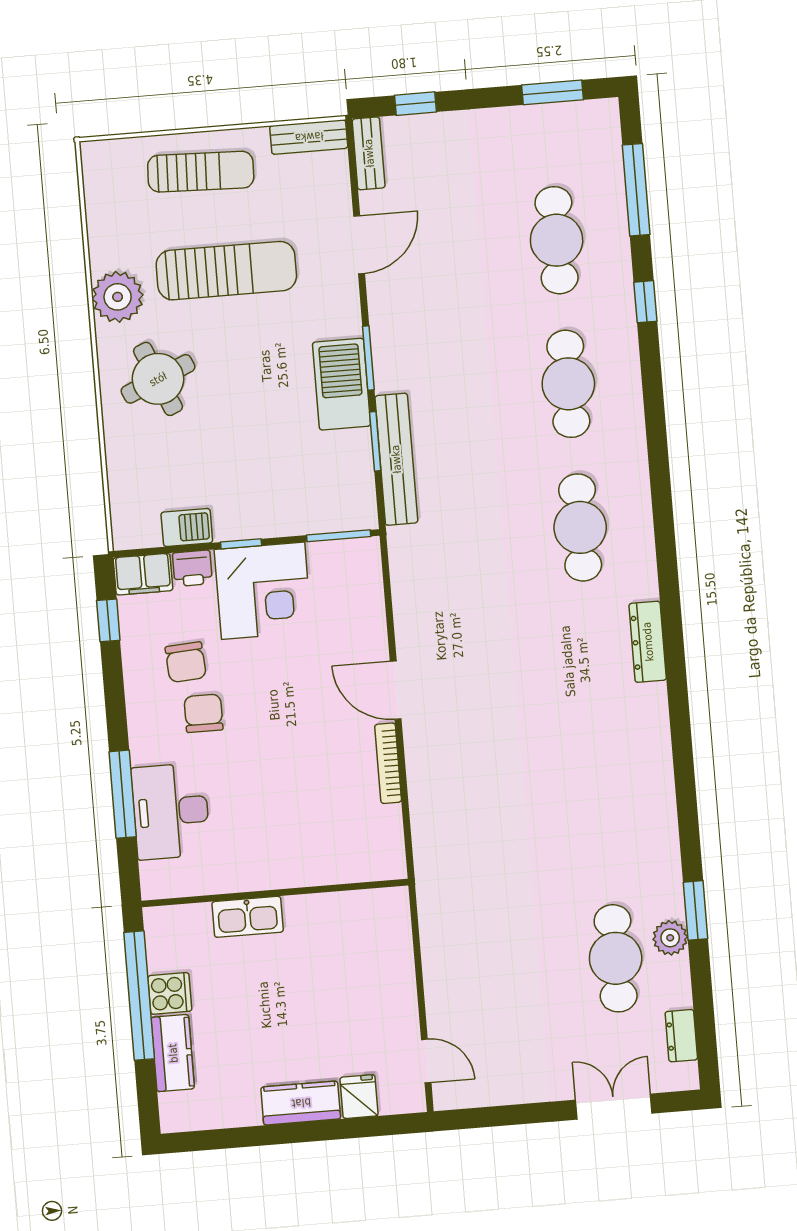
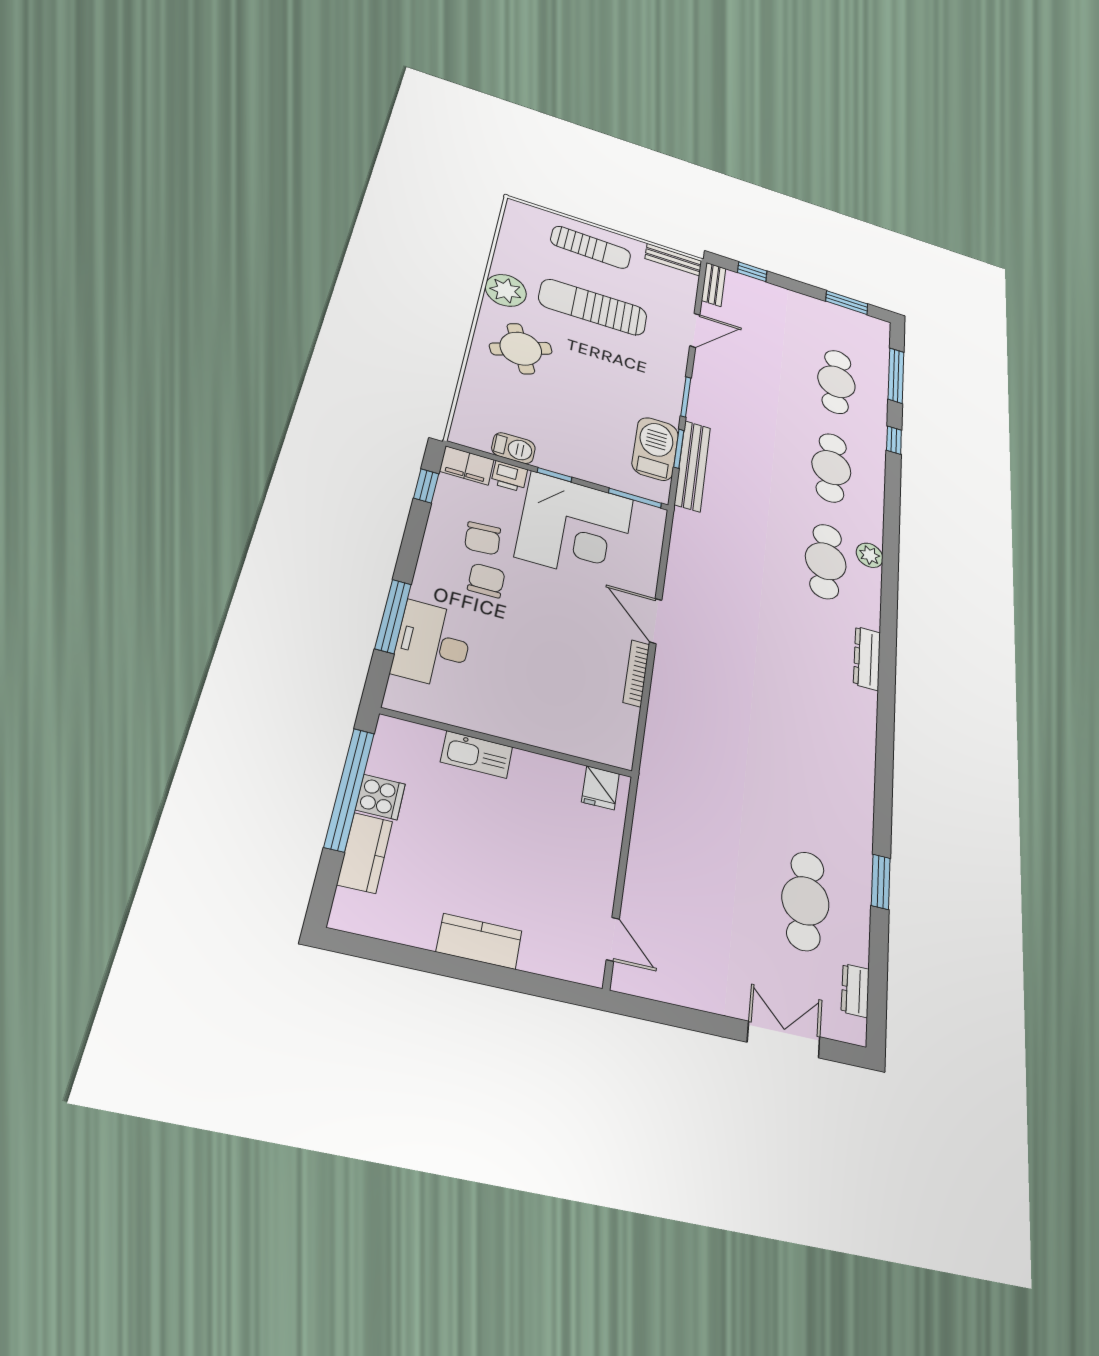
sun lounger: (226, 271) -> (593, 307), turned 180
barbecue: (342, 384) -> (655, 449), moved
corner desk: (263, 591) -> (575, 528), width x1.36, depth x1.36
plant: (670, 938) -> (870, 555), moved
fridge: (359, 1097) -> (600, 788), moved, turned 180

